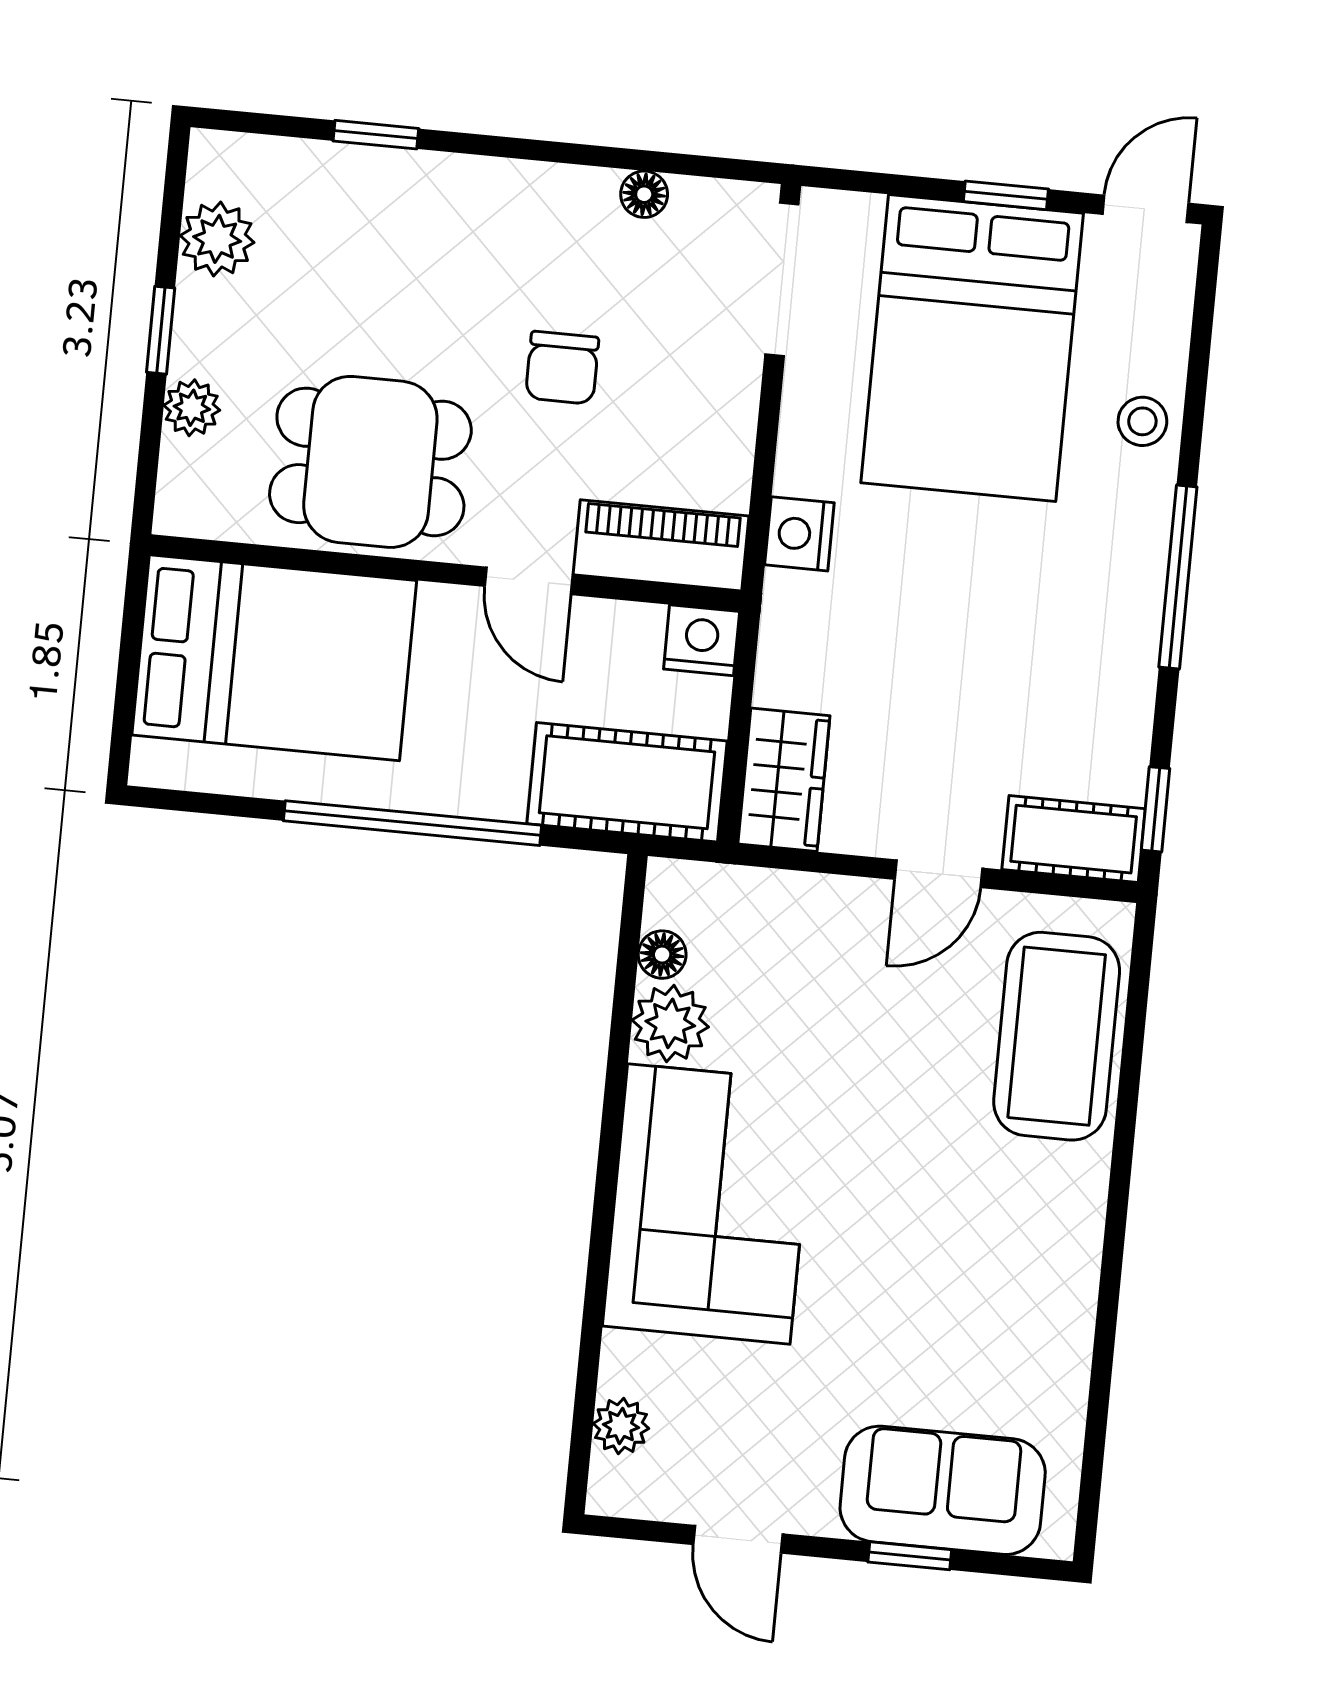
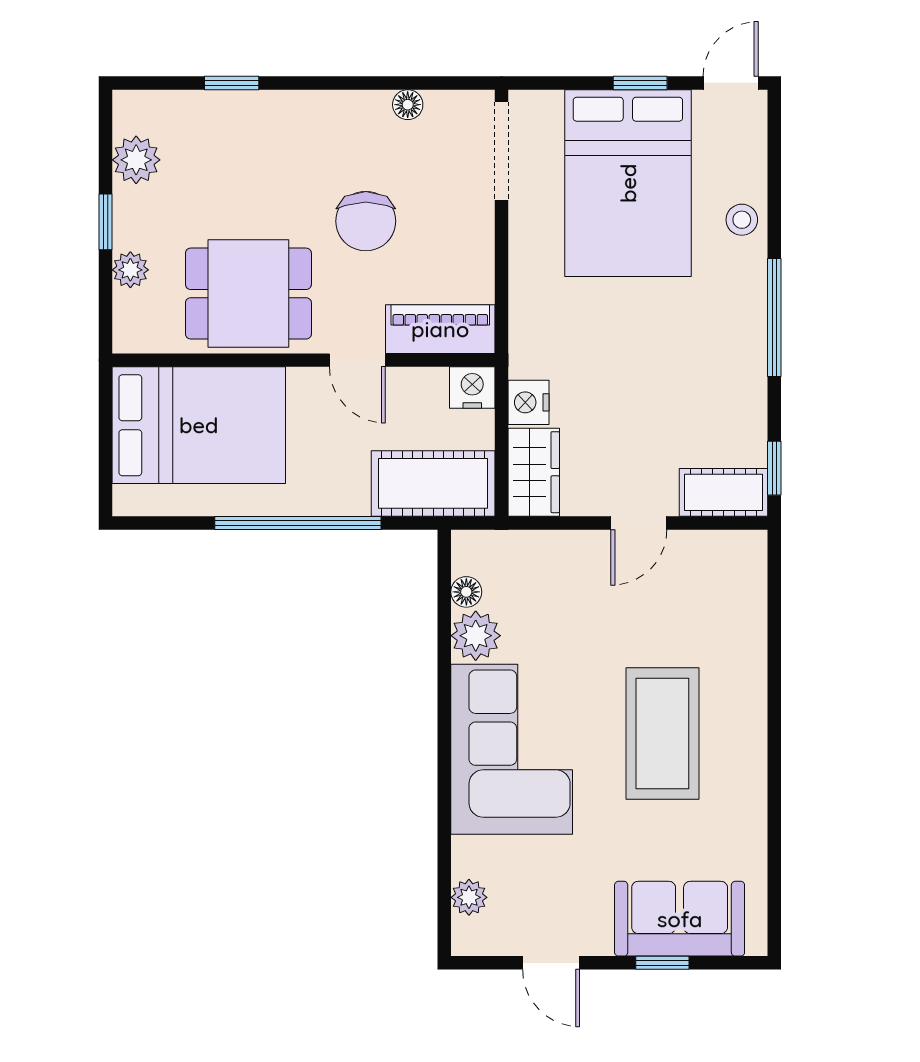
chair: (562, 368) -> (366, 221), width x1.37, depth x1.37
nightstand: (799, 534) -> (528, 402), moved
coffee table: (1057, 1036) -> (662, 733), moved

